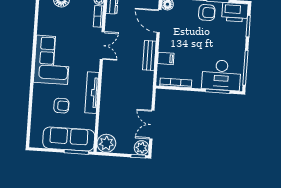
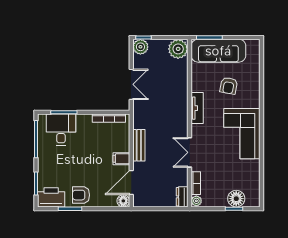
door: (159, 21) -> (131, 182), swing flipped
filing cabinet: (166, 58) -> (121, 159), moved
desk: (221, 75) -> (61, 130), width x0.73
tv unit: (92, 93) -> (197, 108), width x0.71
armchair: (61, 106) -> (229, 86), turned -80
double door: (152, 125) -> (131, 84), moved

